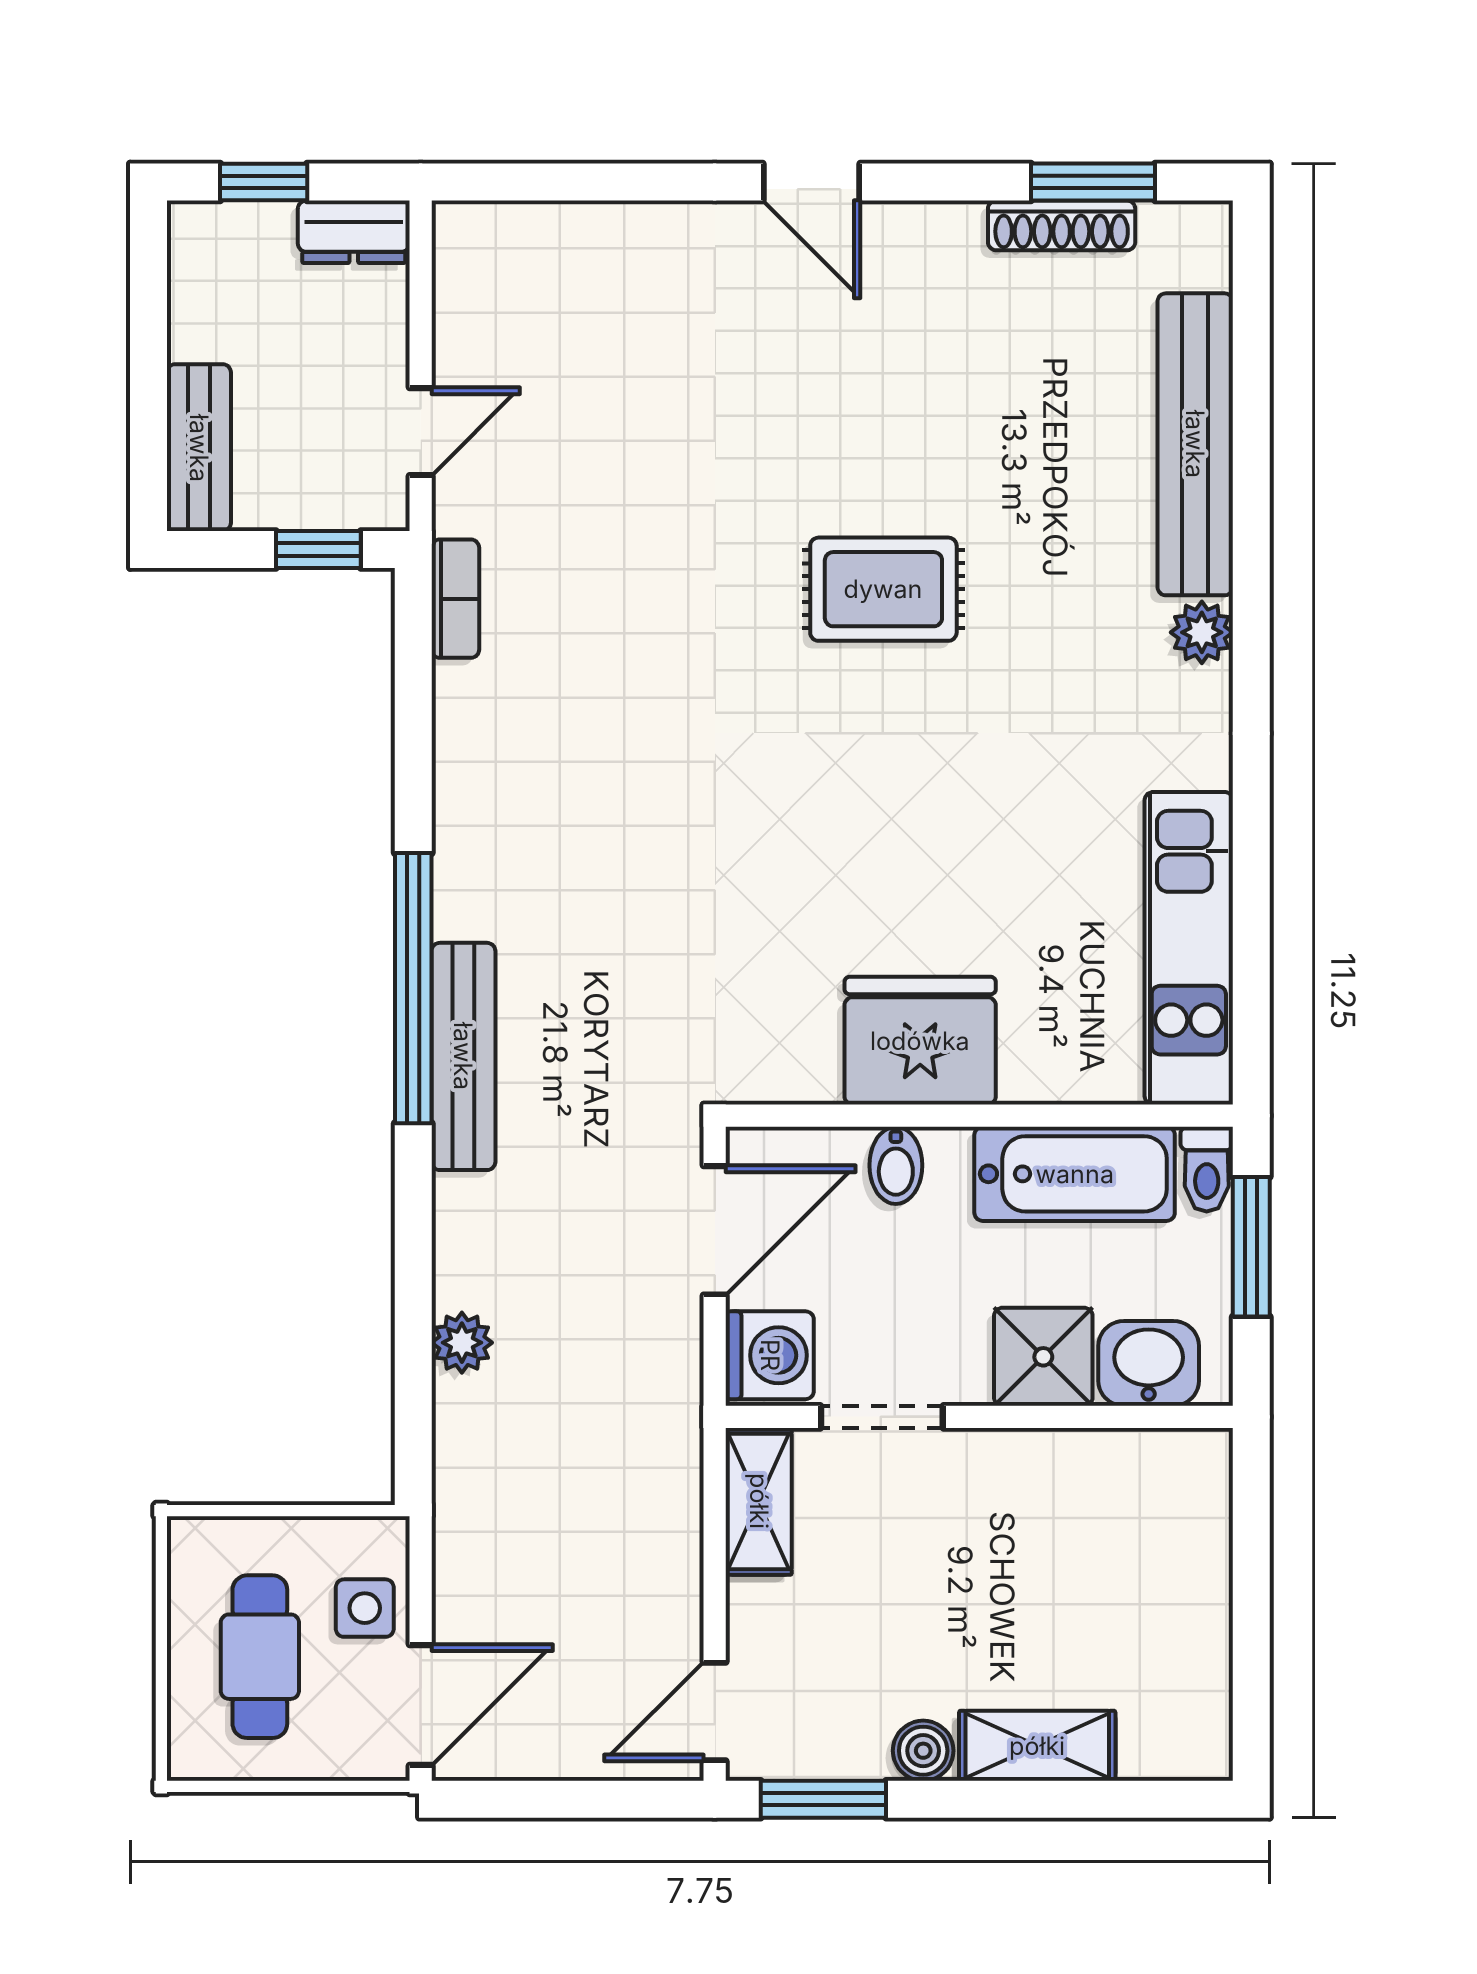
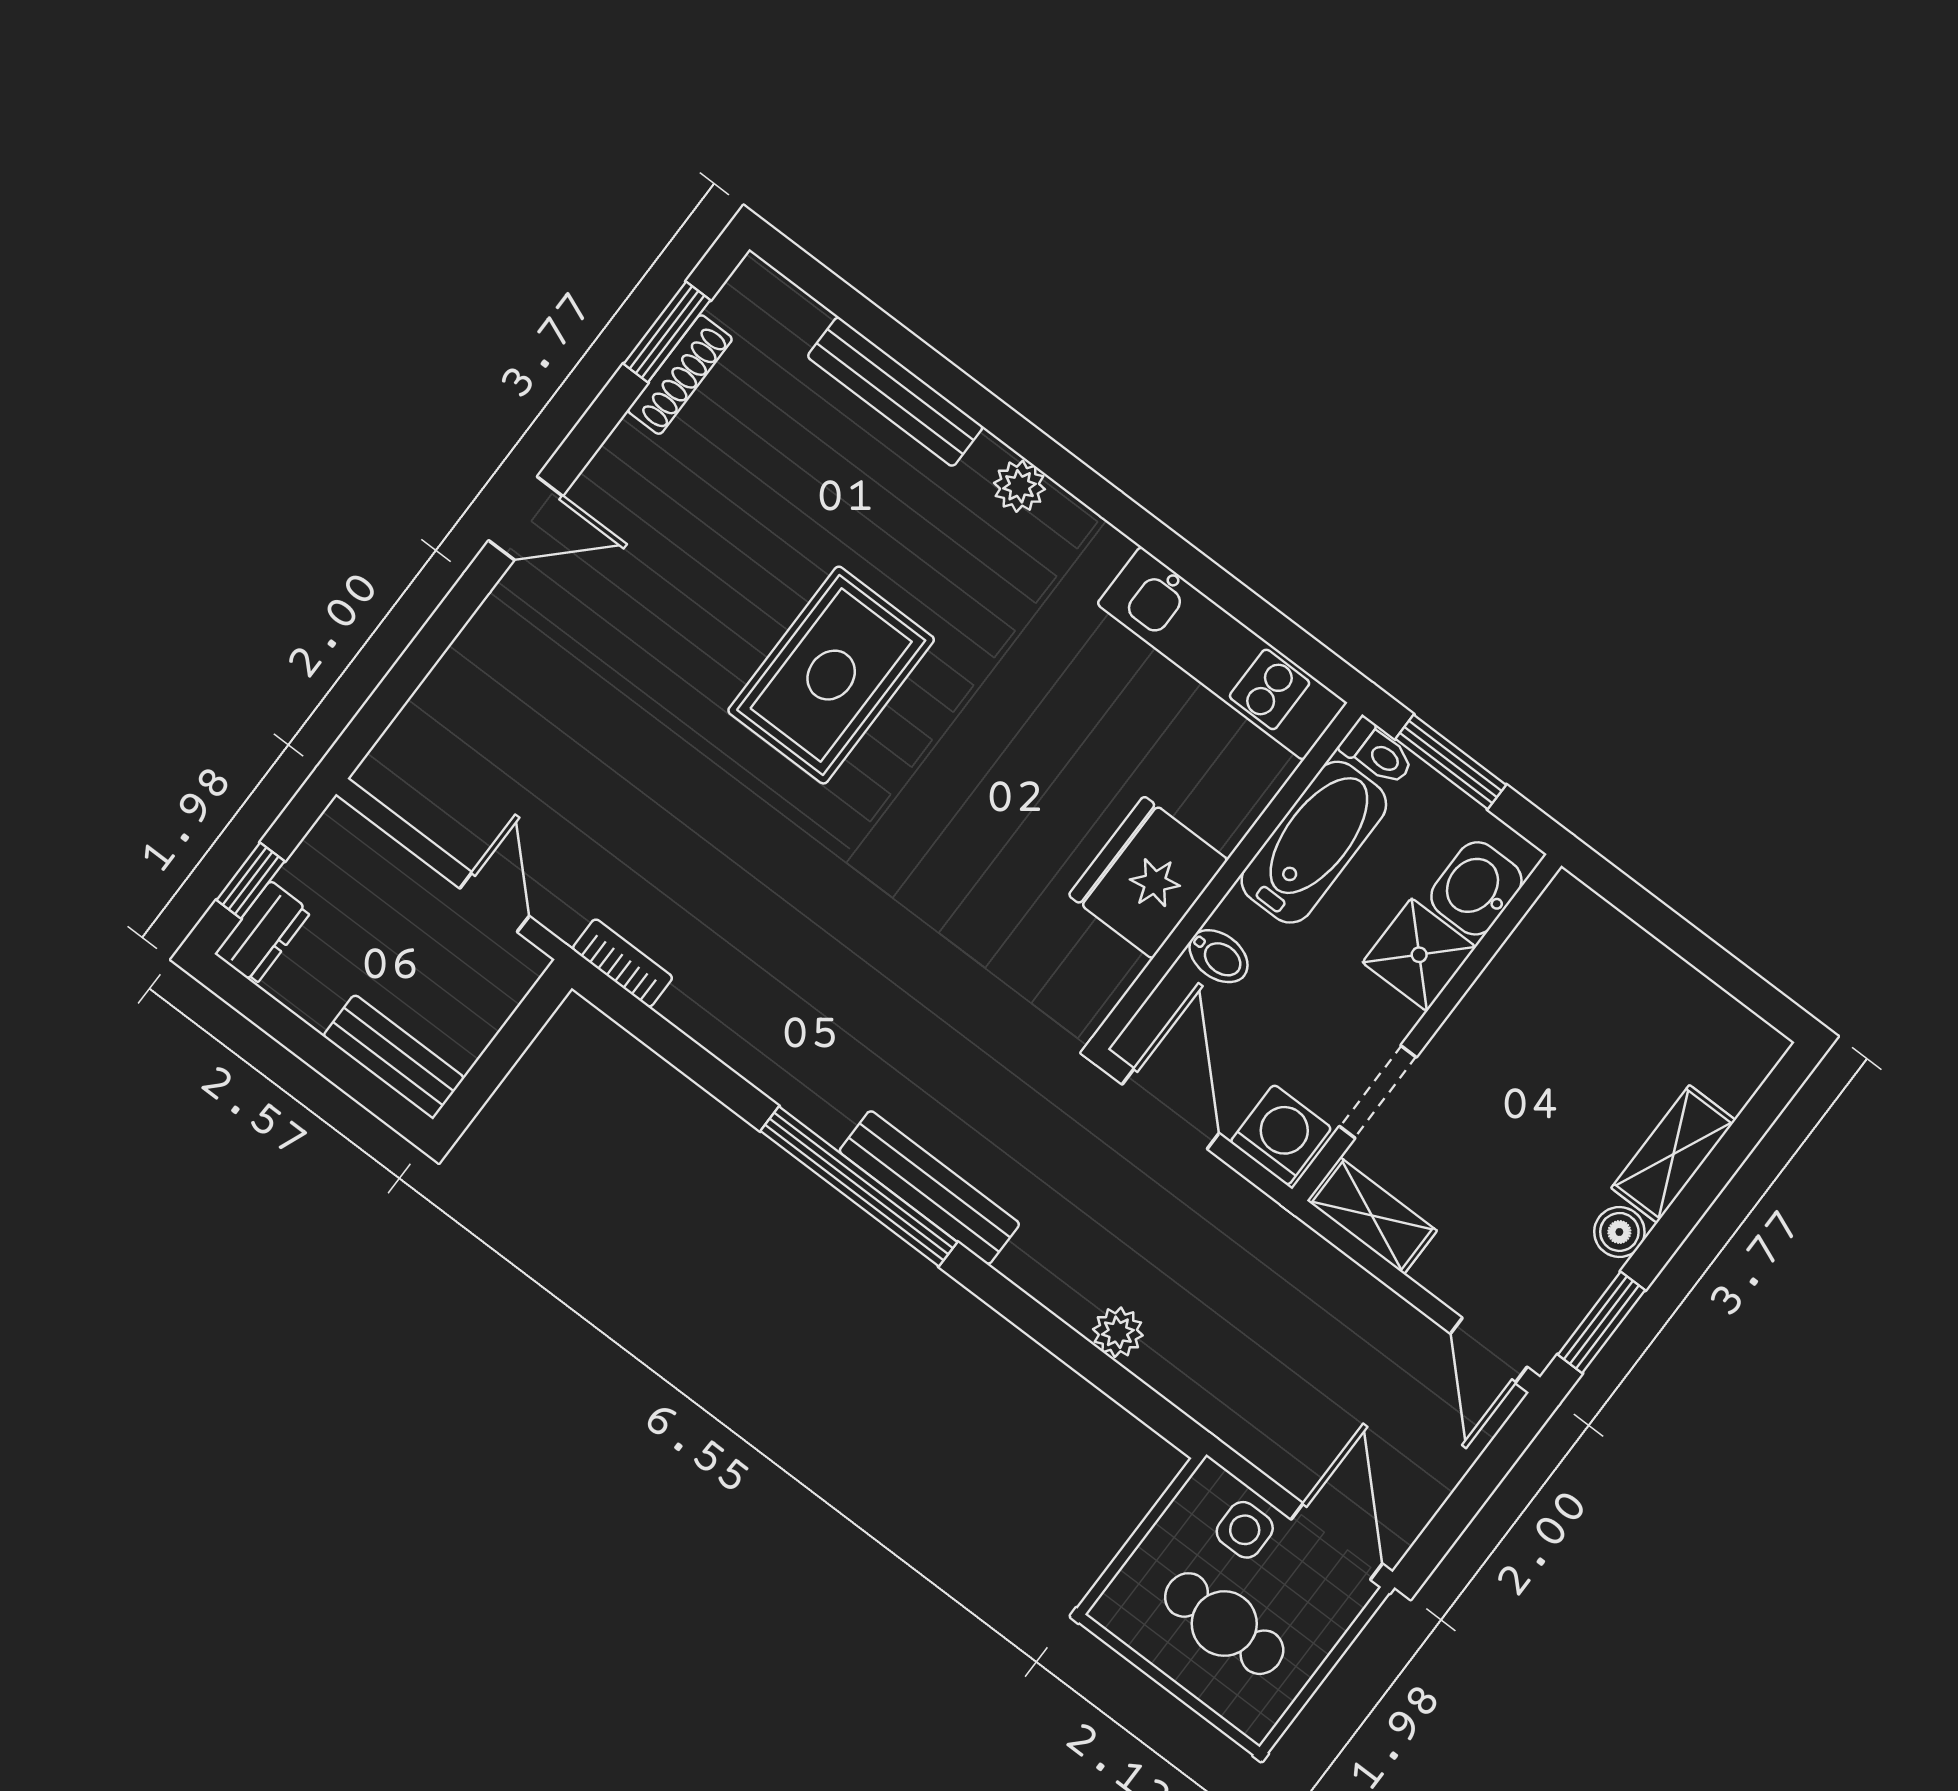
dresser: (354, 232) -> (263, 933), moved
bench: (1195, 444) -> (895, 392), width x0.73, depth x0.82
window: (318, 550) -> (521, 1029), removed
rug: (883, 589) -> (831, 675), width x1.36, depth x1.43

